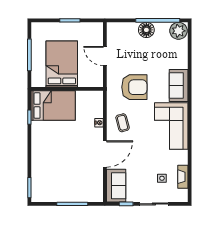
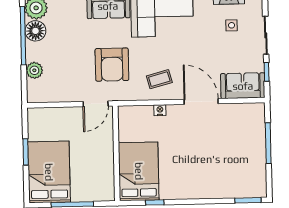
plant: (131, 28) -> (34, 70), added
floor lamp: (146, 30) -> (35, 31), moved
door: (105, 56) -> (96, 104), moved
bed: (62, 64) -> (49, 172), moved, turned 90
armchair: (134, 87) -> (112, 65), turned 180

